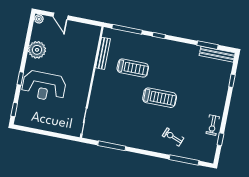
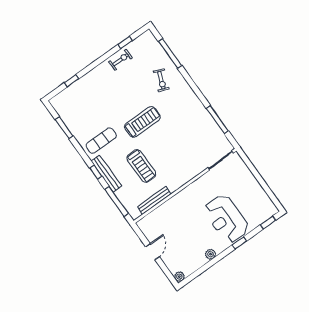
door: (61, 16) -> (152, 252), moved
plant: (37, 50) -> (211, 254), width x0.53, depth x0.53
bench: (217, 54) -> (106, 174), moved
exercise mat: (175, 60) -> (101, 141), added
treadmill: (133, 68) -> (141, 166), turned 180
reception desk: (44, 86) -> (226, 219), turned 180
treadmill: (160, 98) -> (142, 122), turned 90

